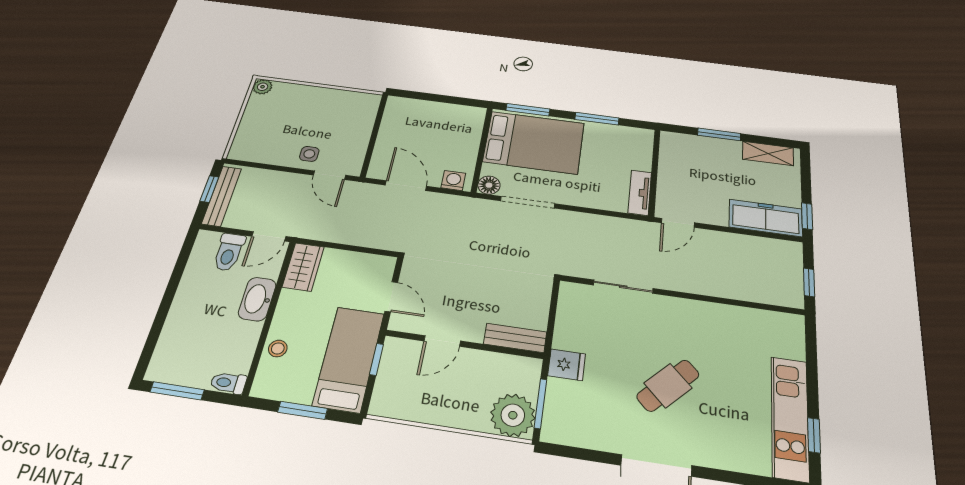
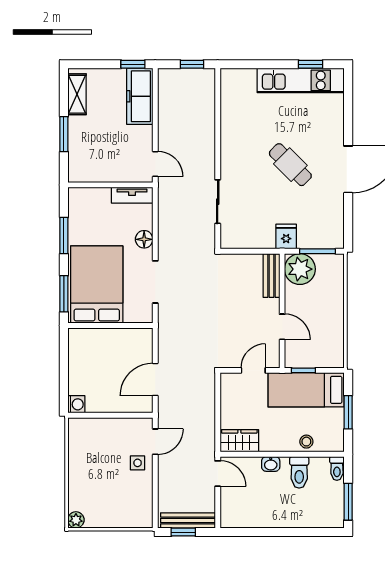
washing machine: (453, 180) -> (76, 404), moved, turned 180
floor lamp: (489, 185) -> (144, 239), moved
toilet: (229, 252) -> (299, 472), moved, turned 90
washbasin: (257, 299) -> (271, 464), width x0.52, depth x0.69
plant: (513, 415) -> (300, 269), moved

